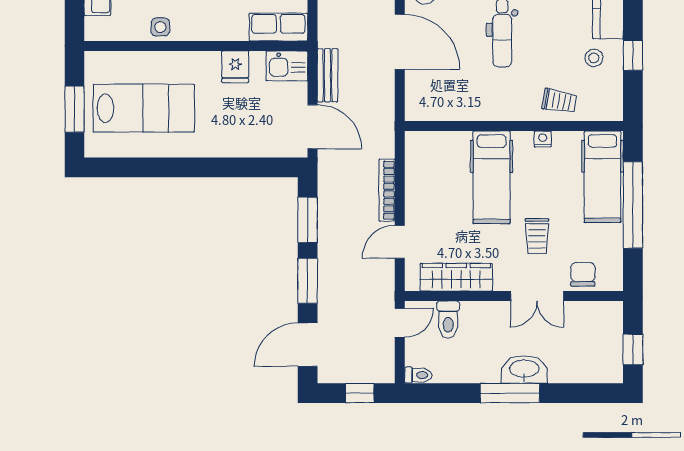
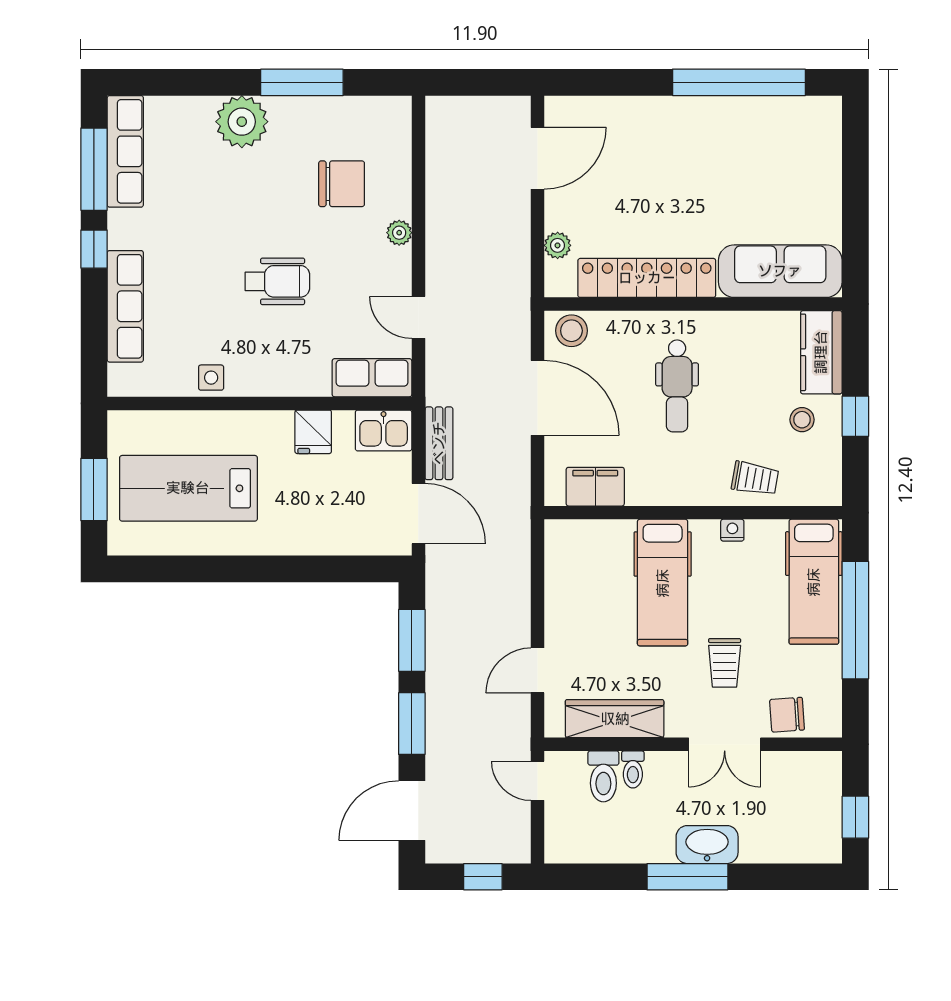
filing cabinet: (442, 107) -> (595, 487), added
lab bench: (144, 108) -> (188, 488), turned 180
bookcase: (387, 190) -> (520, 600), removed
chair: (583, 274) -> (787, 715), turned -94
door: (400, 323) -> (538, 781), swing flipped
toilet: (418, 375) -> (633, 769), moved, turned 90

